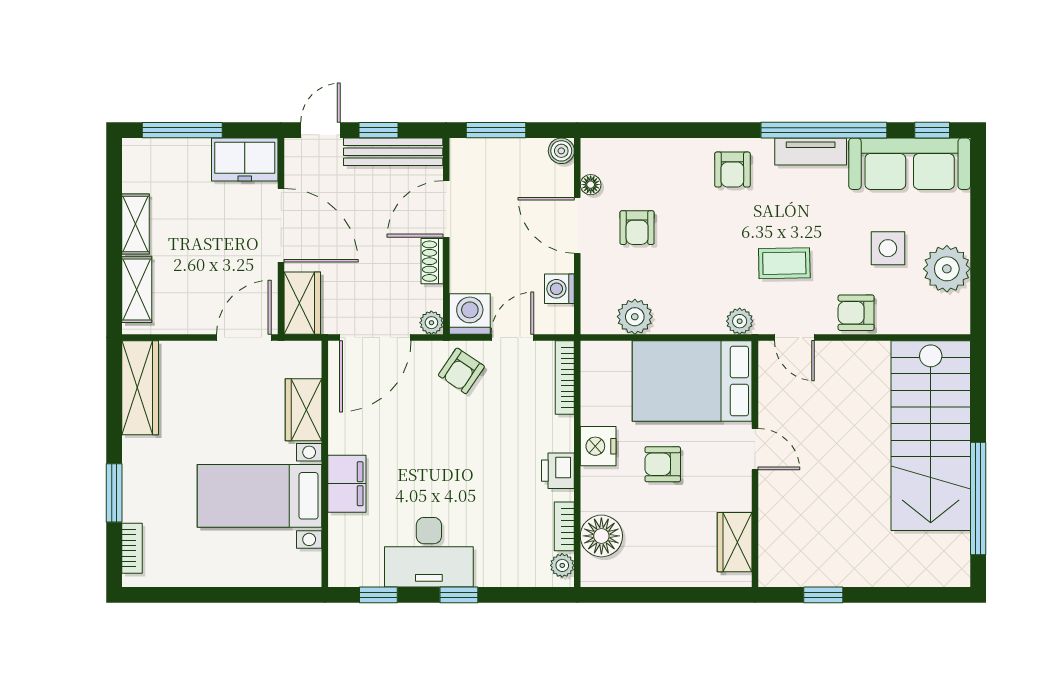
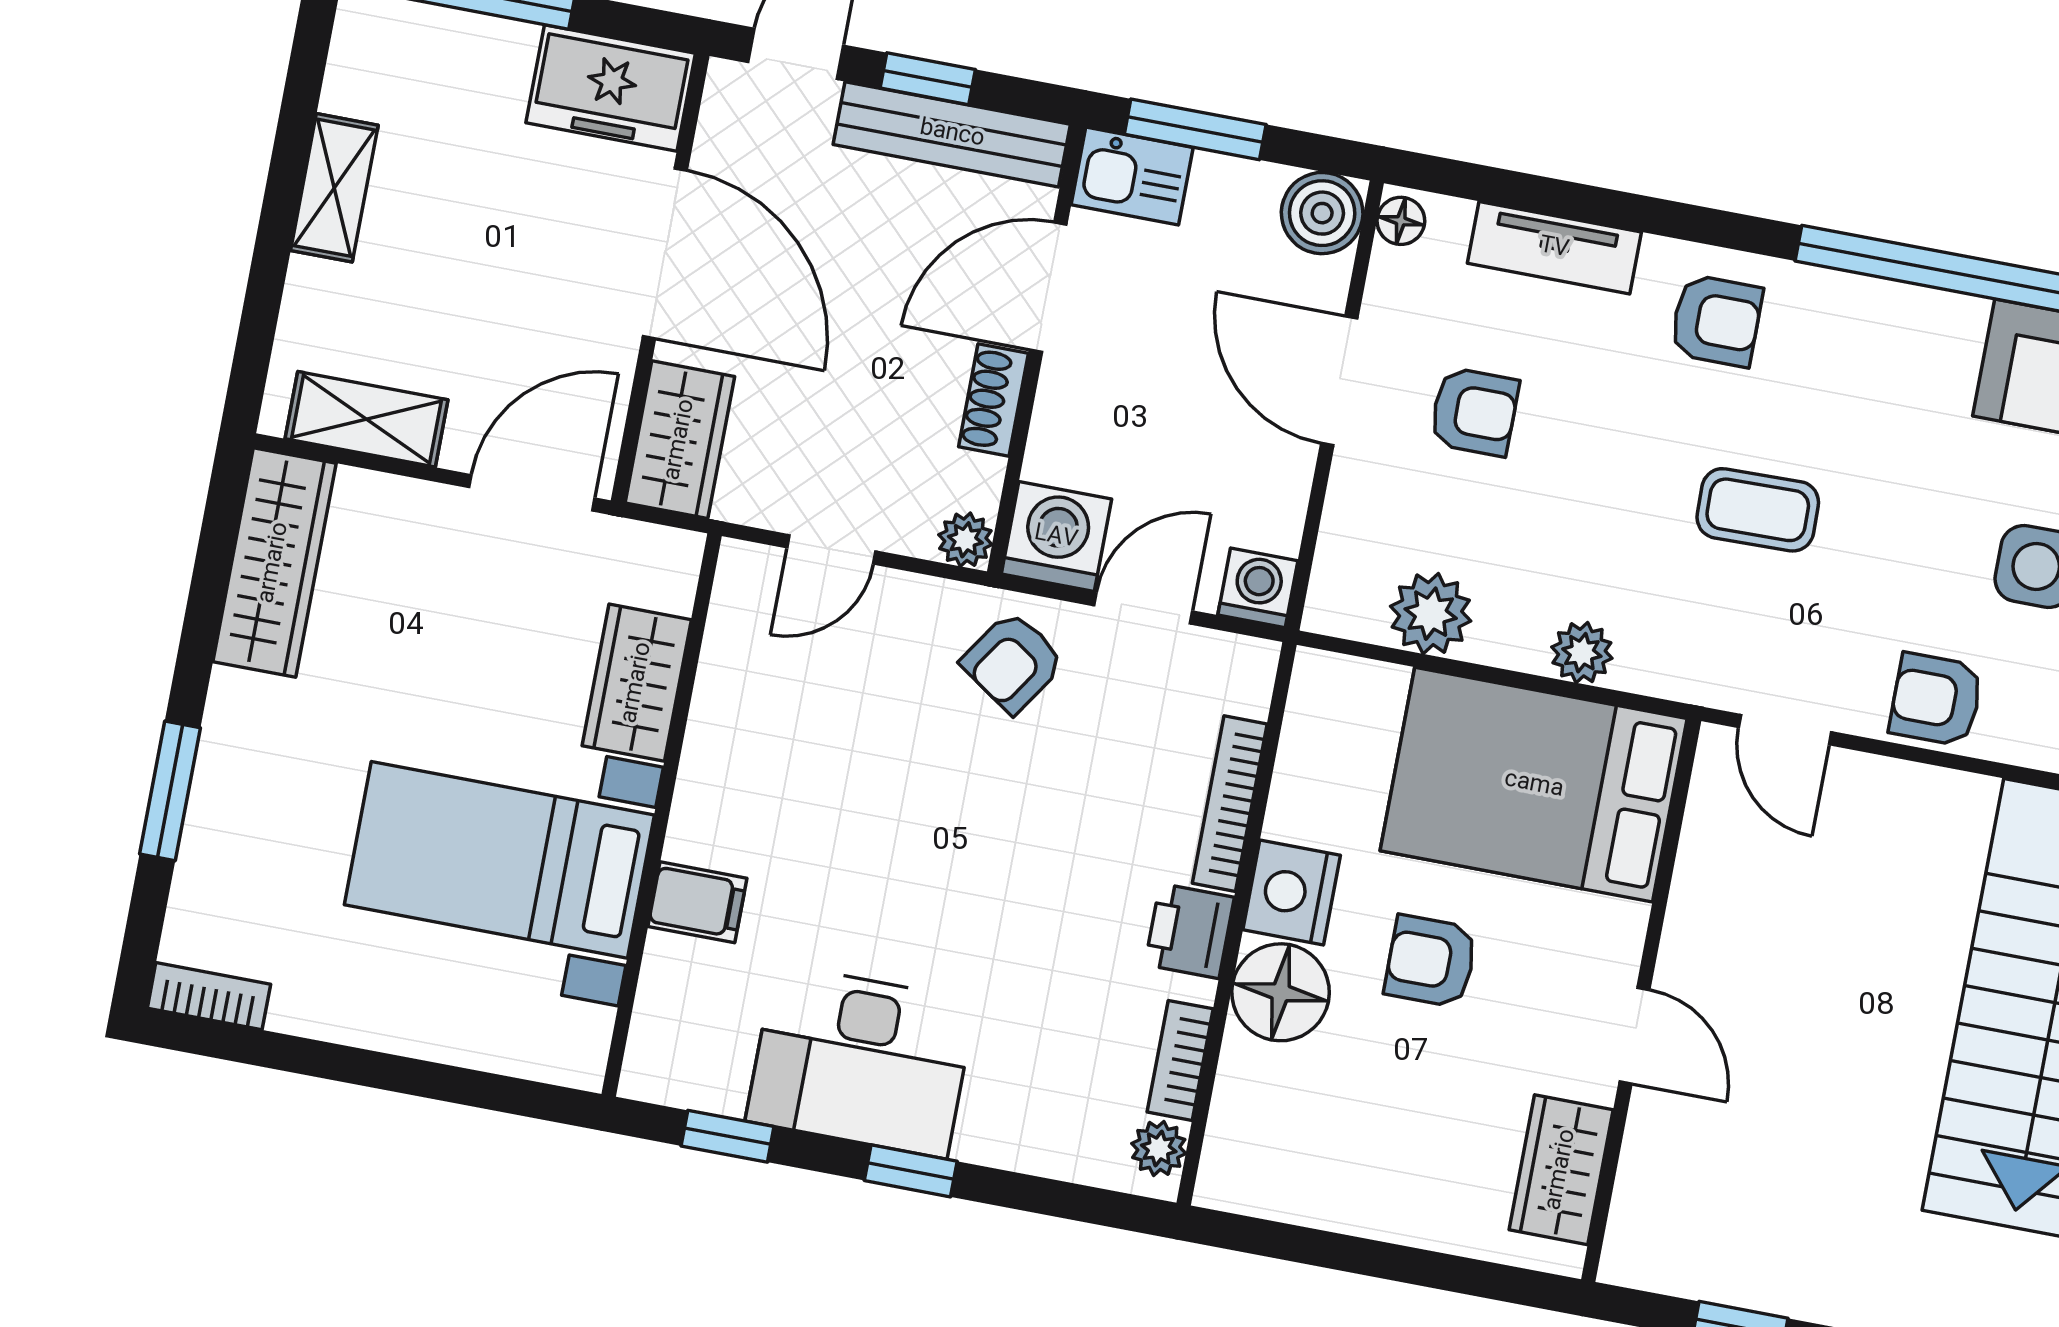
boiler: (561, 151) -> (1322, 213), width x1.36, depth x1.36
tv unit: (811, 152) -> (1554, 248), moved
kitchen sink: (473, 155) -> (1132, 176), added
armchair: (732, 170) -> (1716, 321), turned -90
floor lamp: (591, 185) -> (1401, 221), moved
armchair: (637, 228) -> (1474, 412), turned -90
coffee table: (784, 263) -> (1758, 510), moved
washing machine: (559, 289) -> (1258, 588), moved, turned 90
shelving: (137, 290) -> (366, 419), moved, turned 90
plant: (740, 321) -> (1582, 653), moved
door: (375, 338) -> (831, 549), width x0.53
bookcase: (565, 377) -> (1230, 804), moved
door: (755, 449) -> (1635, 1036), moved
filing cabinet: (347, 484) -> (697, 902), width x0.50
floor lamp: (601, 536) -> (1281, 992), moved
bookcase: (132, 548) -> (209, 996), moved, turned -90

